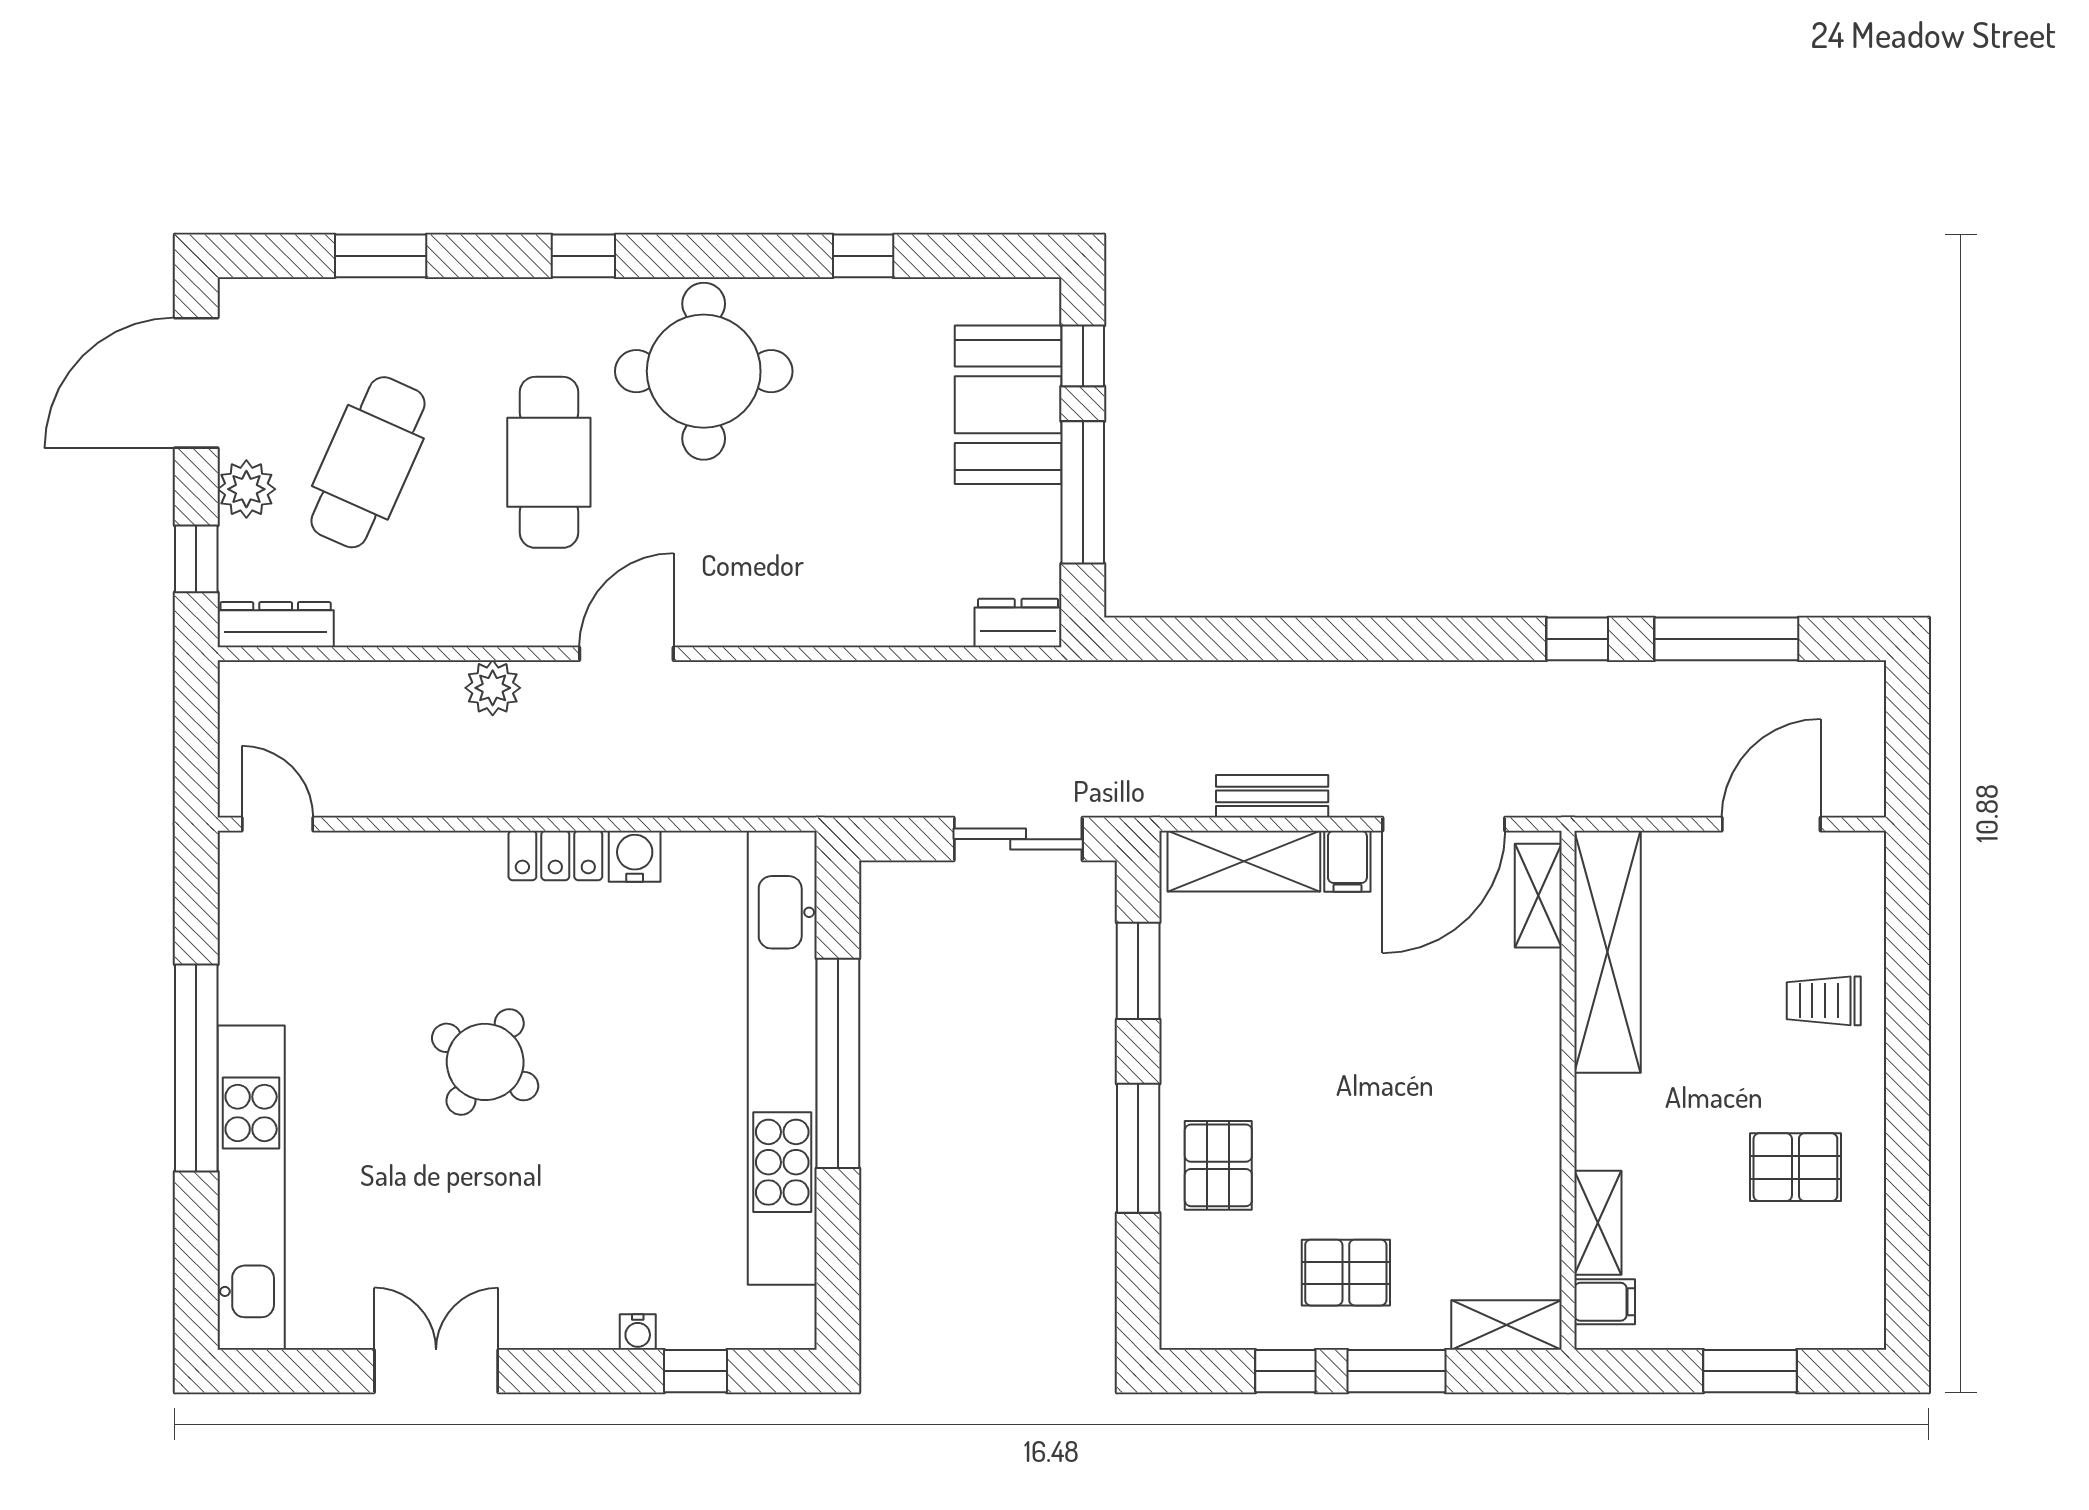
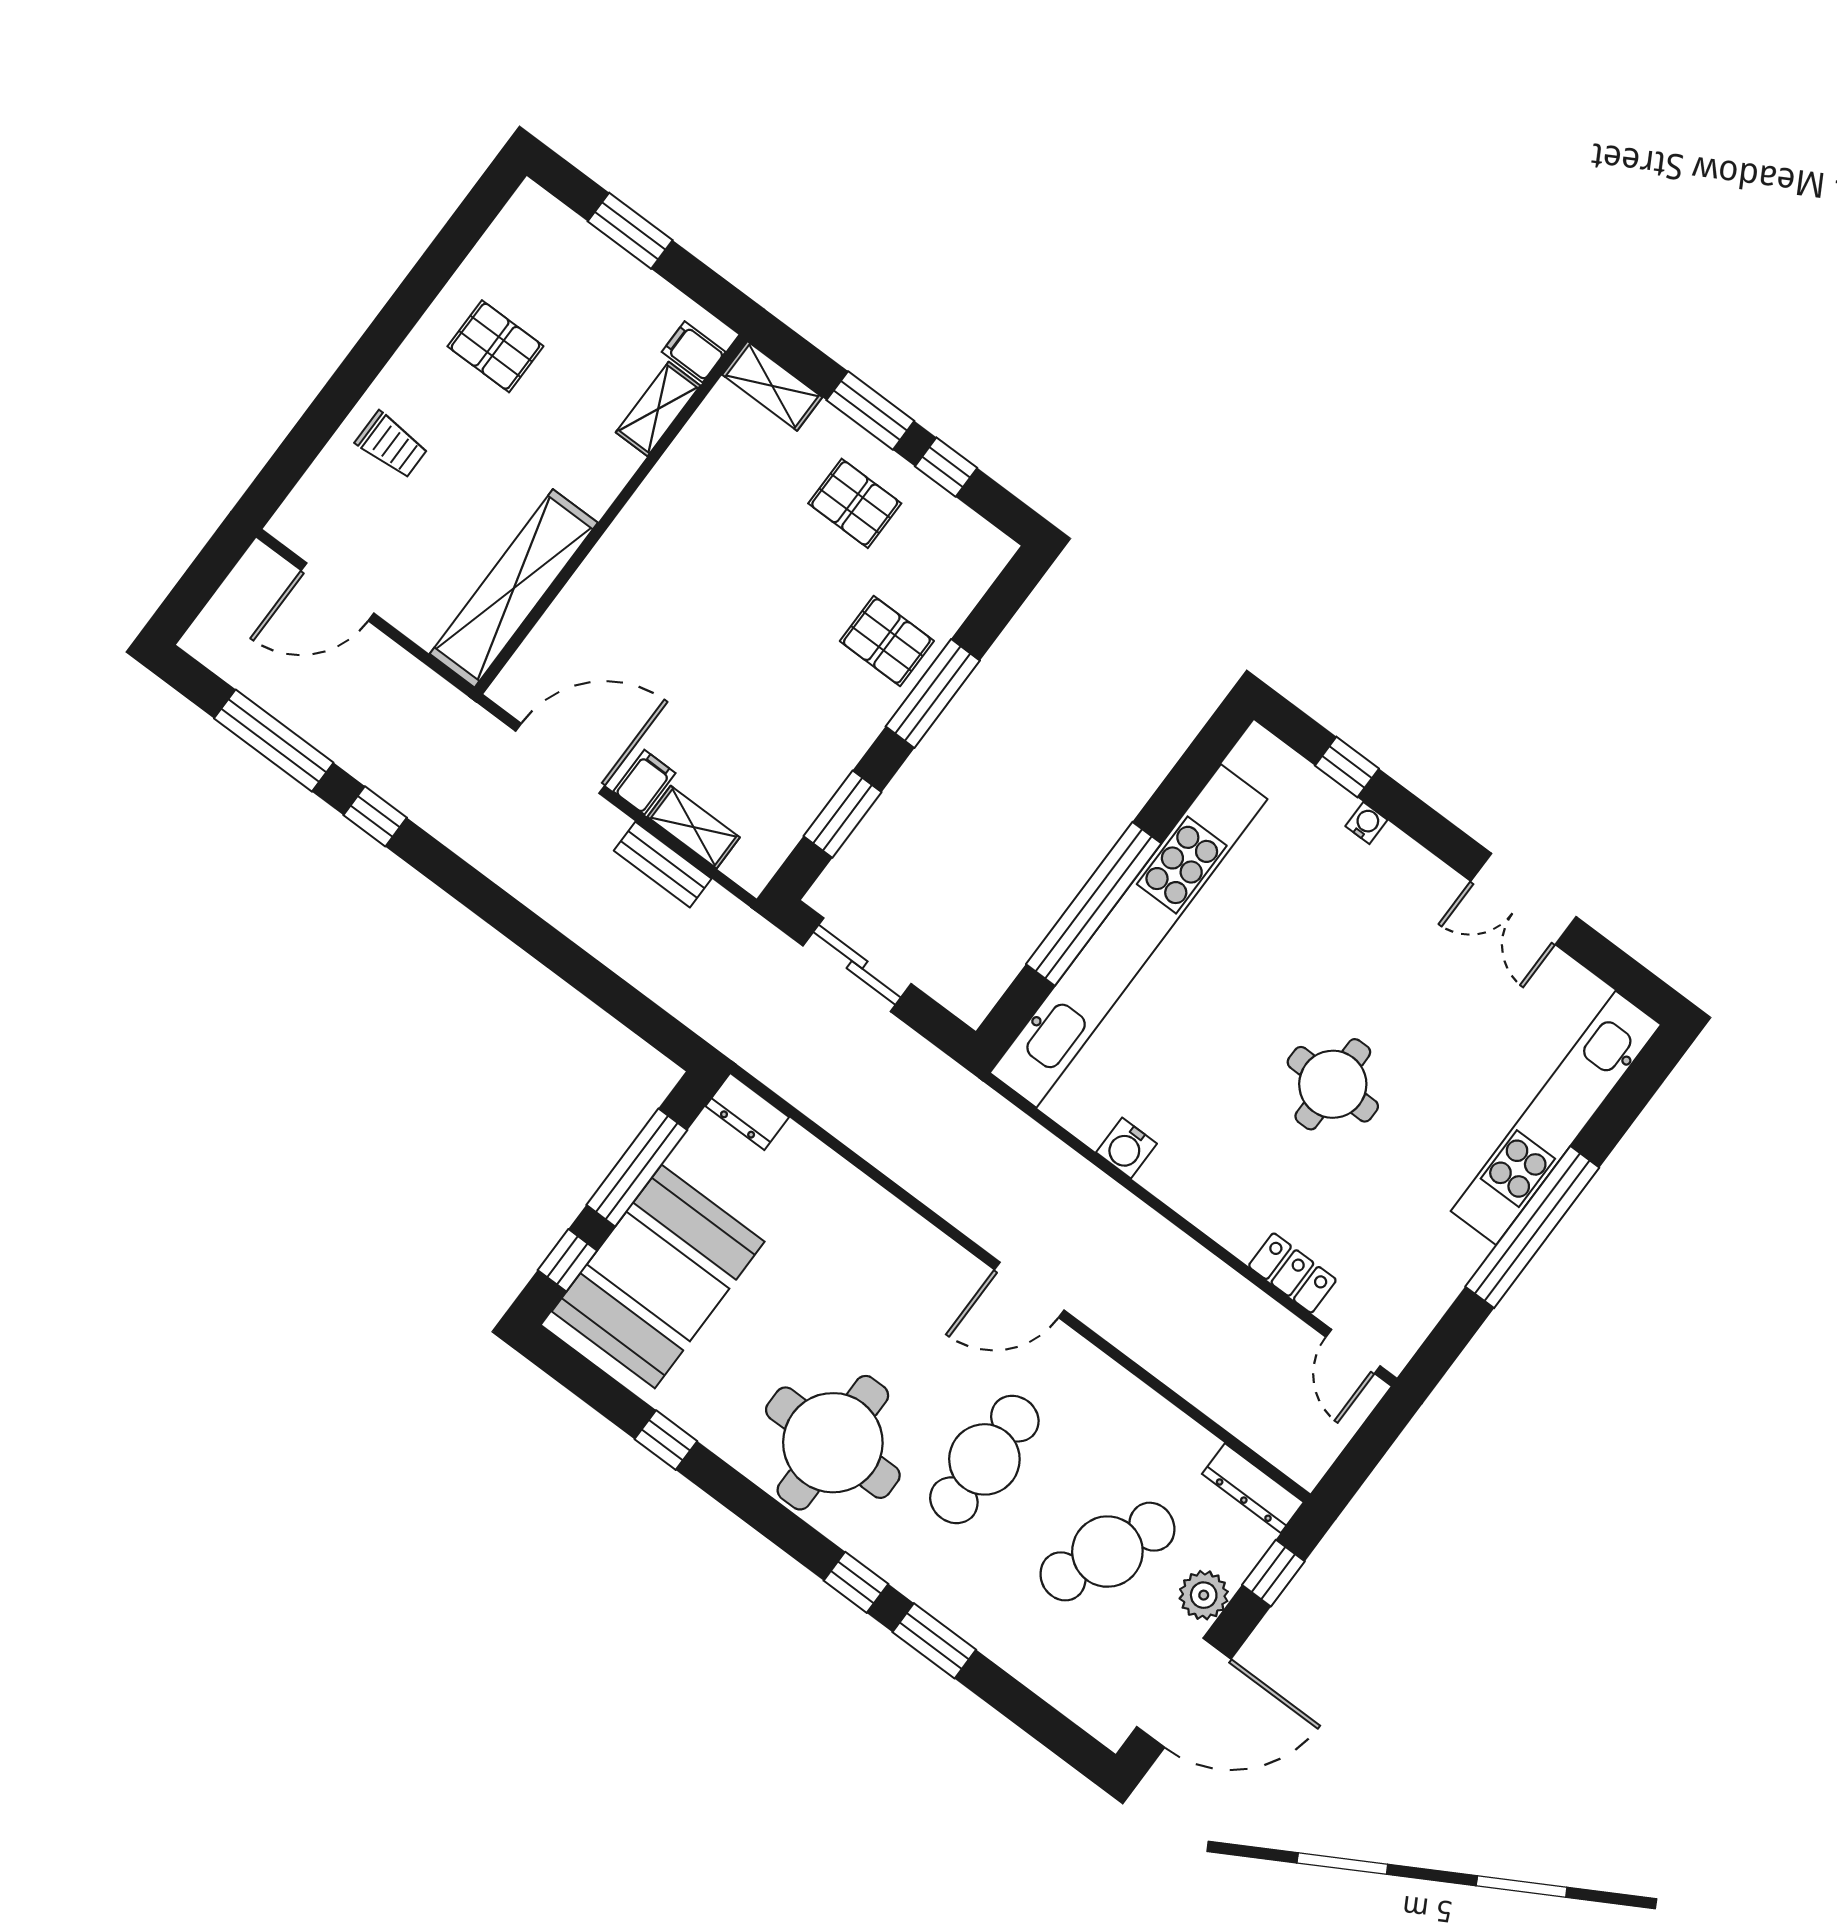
window: (381, 256) -> (934, 1641), moved
booth: (1008, 405) -> (658, 1276), width x1.36, depth x1.42
plant: (493, 688) -> (1137, 1335), removed
locker: (555, 855) -> (1292, 1273), moved
shelving: (1244, 861) -> (694, 827), width x0.67, depth x0.75
shelving: (1538, 896) -> (532, 662), removed
round table: (485, 1062) -> (1333, 1084), turned -32
pallet: (1218, 1165) -> (887, 641), turned 90

